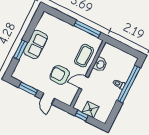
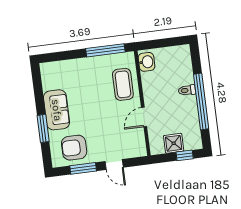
washbasin: (100, 64) -> (147, 62), moved
armchair: (60, 75) -> (74, 148), moved
window: (129, 84) -> (201, 102), moved
window: (82, 116) -> (185, 155), moved

